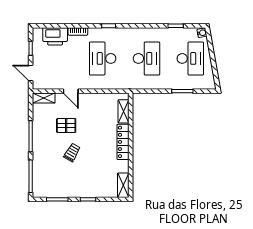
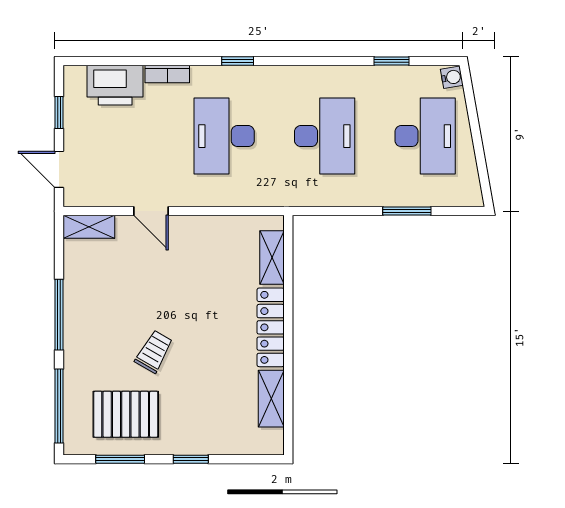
pallet: (66, 125) -> (126, 414), moved, width x1.50, depth x1.42
shelving: (123, 185) -> (271, 399), moved

